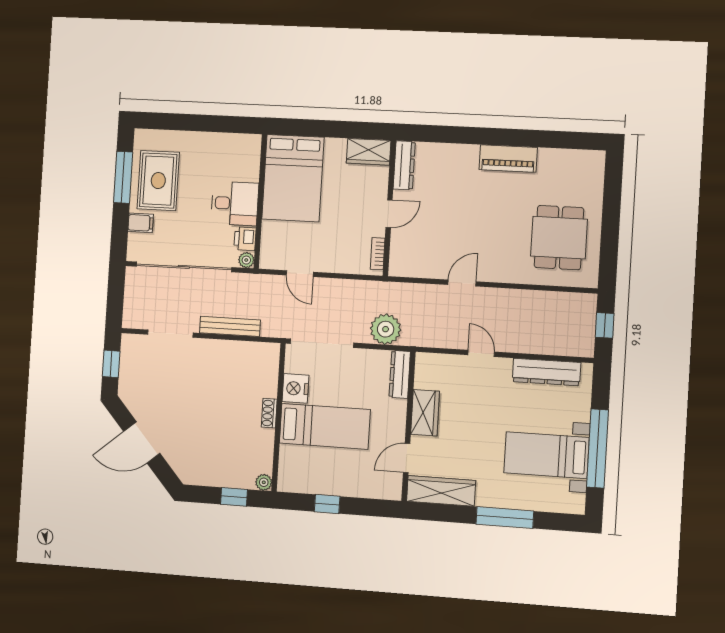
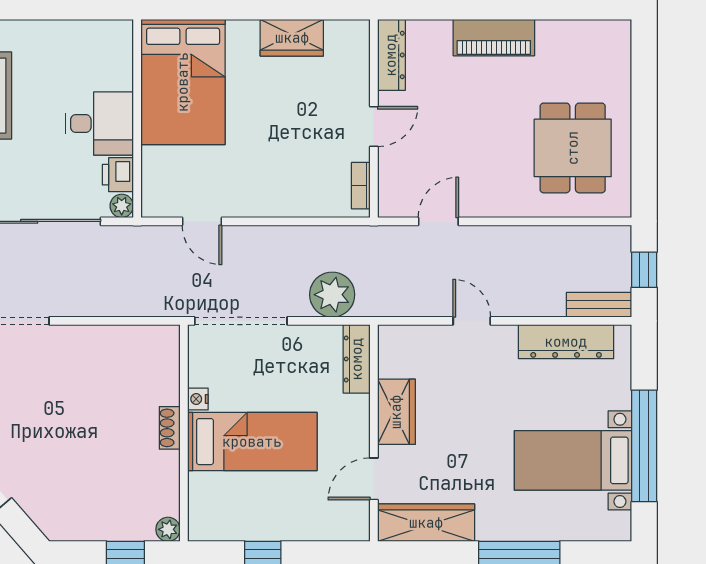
dresser: (404, 165) -> (391, 55), moved
wall: (389, 208) -> (374, 118), moved
door: (389, 214) -> (374, 127), moved
bookcase: (378, 254) -> (361, 186), moved
bench: (230, 326) -> (599, 305), moved, width x0.73
nightstand: (295, 388) -> (198, 399), width x0.53, depth x0.56

